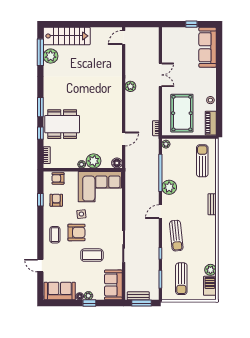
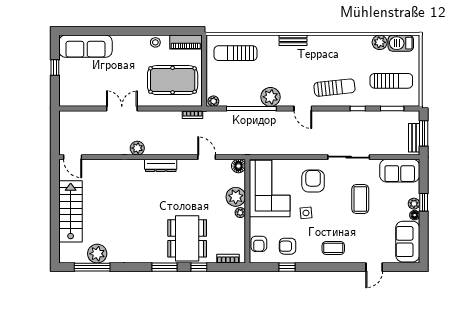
stairs: (67, 36) -> (71, 211), moved
dresser: (117, 104) -> (161, 165), added
armchair: (76, 232) -> (313, 181), moved

